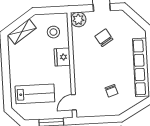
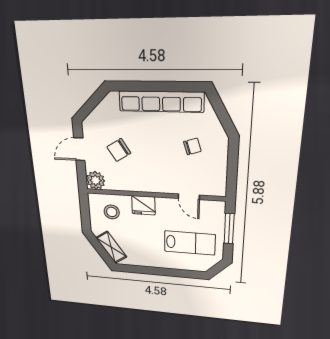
lab bench: (35, 94) -> (190, 243), turned 90
door: (74, 102) -> (189, 197), moved

